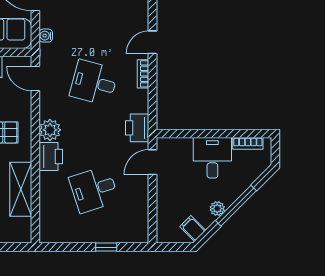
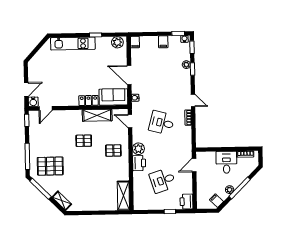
door: (153, 42) -> (193, 100), swing flipped
printer: (137, 128) -> (186, 202), moved
shelving: (21, 189) -> (123, 196), moved

